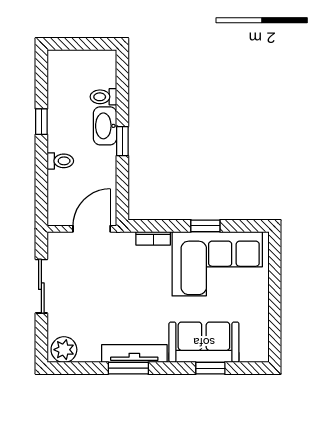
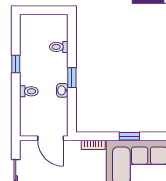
washbasin: (105, 126) -> (62, 90), moved, width x0.52, depth x0.69
door: (92, 229) -> (51, 138), swing flipped

